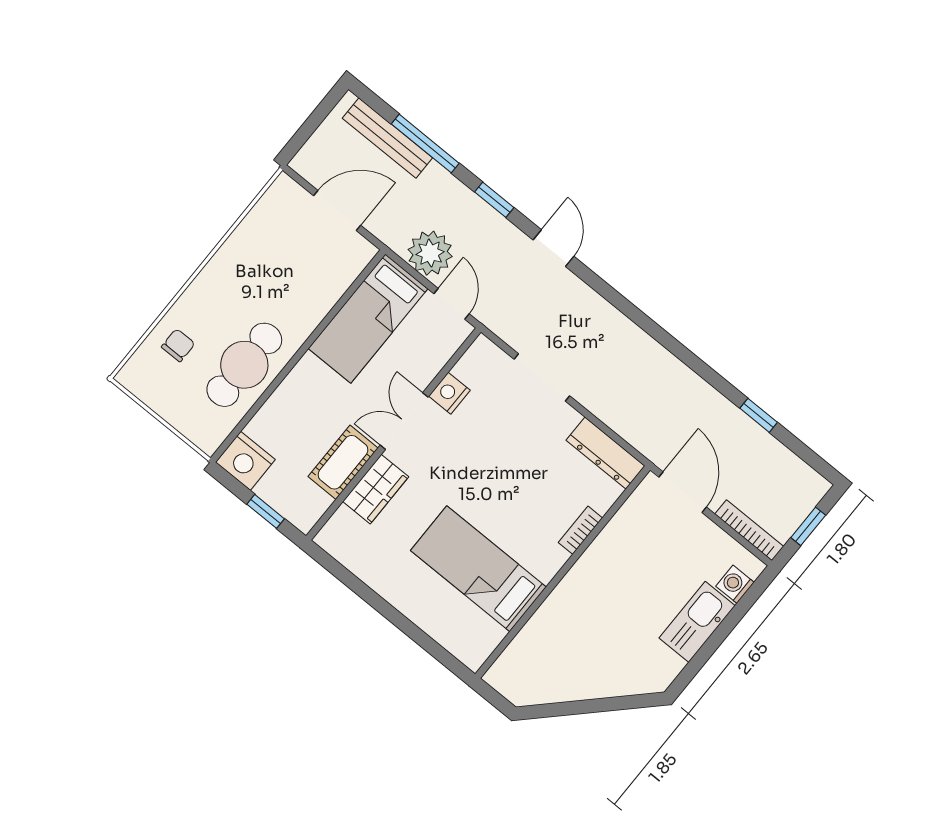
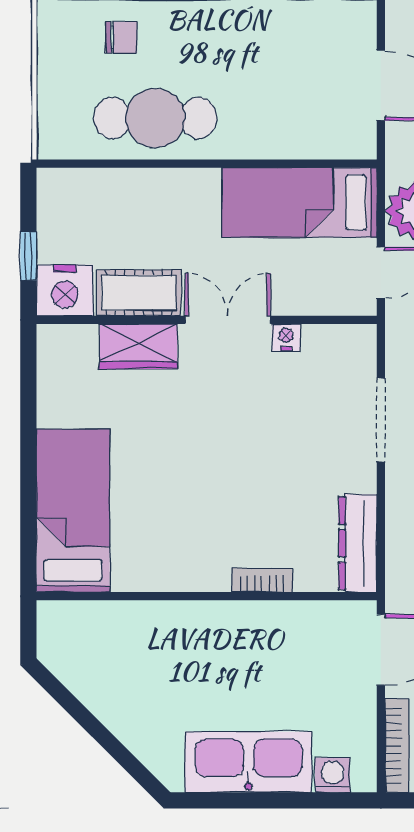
nightstand: (449, 393) -> (286, 337), width x0.72, depth x0.74
nightstand: (245, 461) -> (65, 290), moved, turned -90
bed: (478, 569) -> (73, 511), moved
kitchen sink: (697, 622) -> (248, 762), width x1.36, depth x1.24

